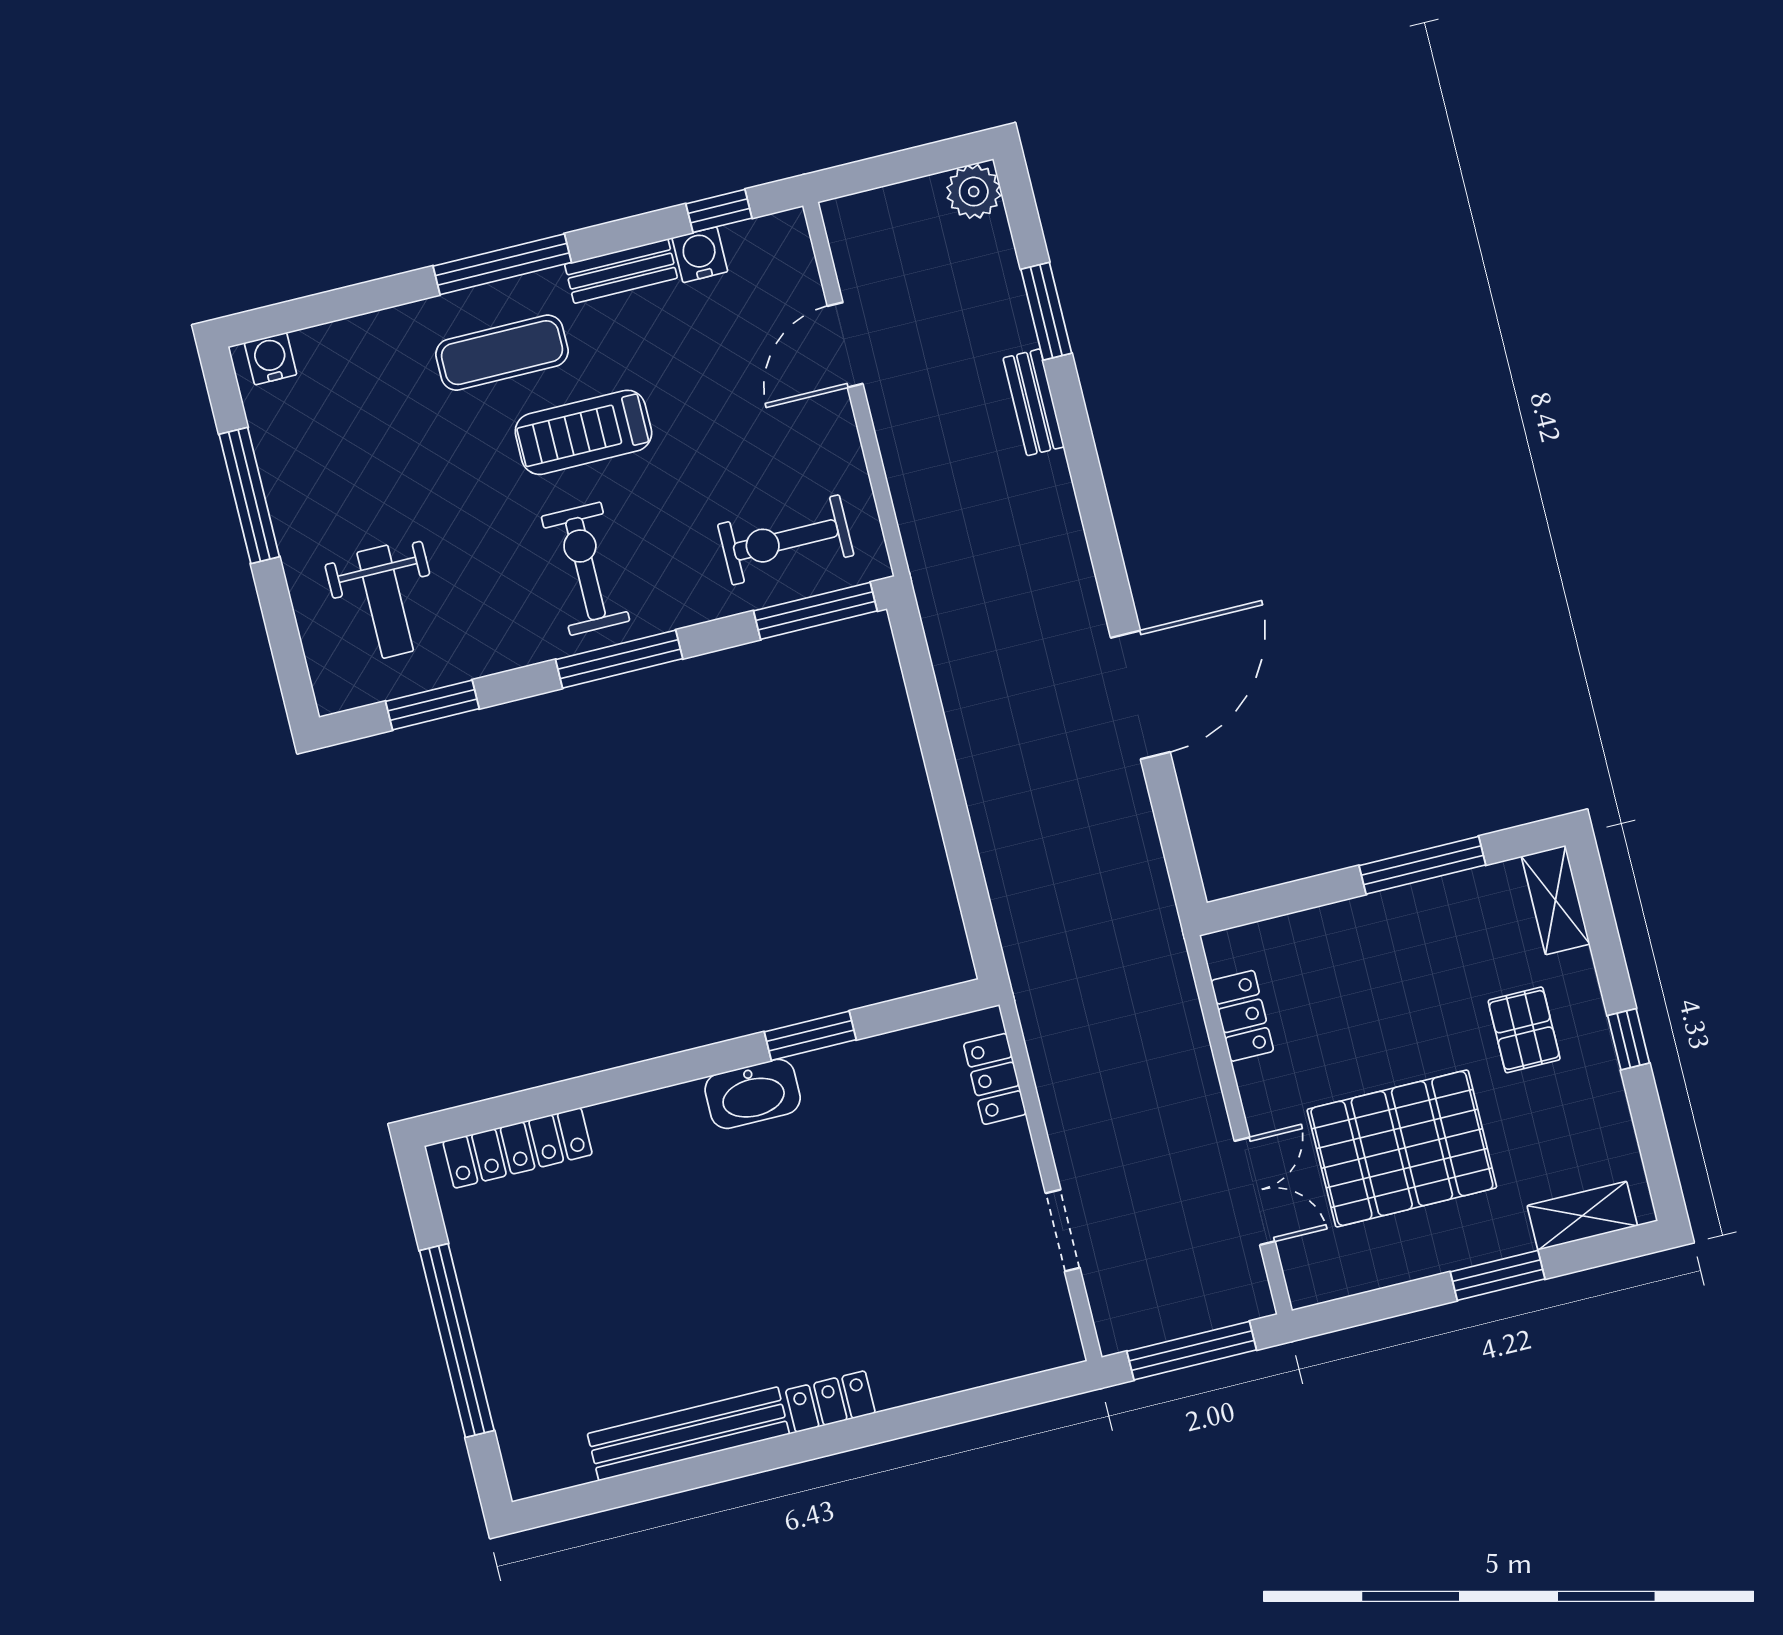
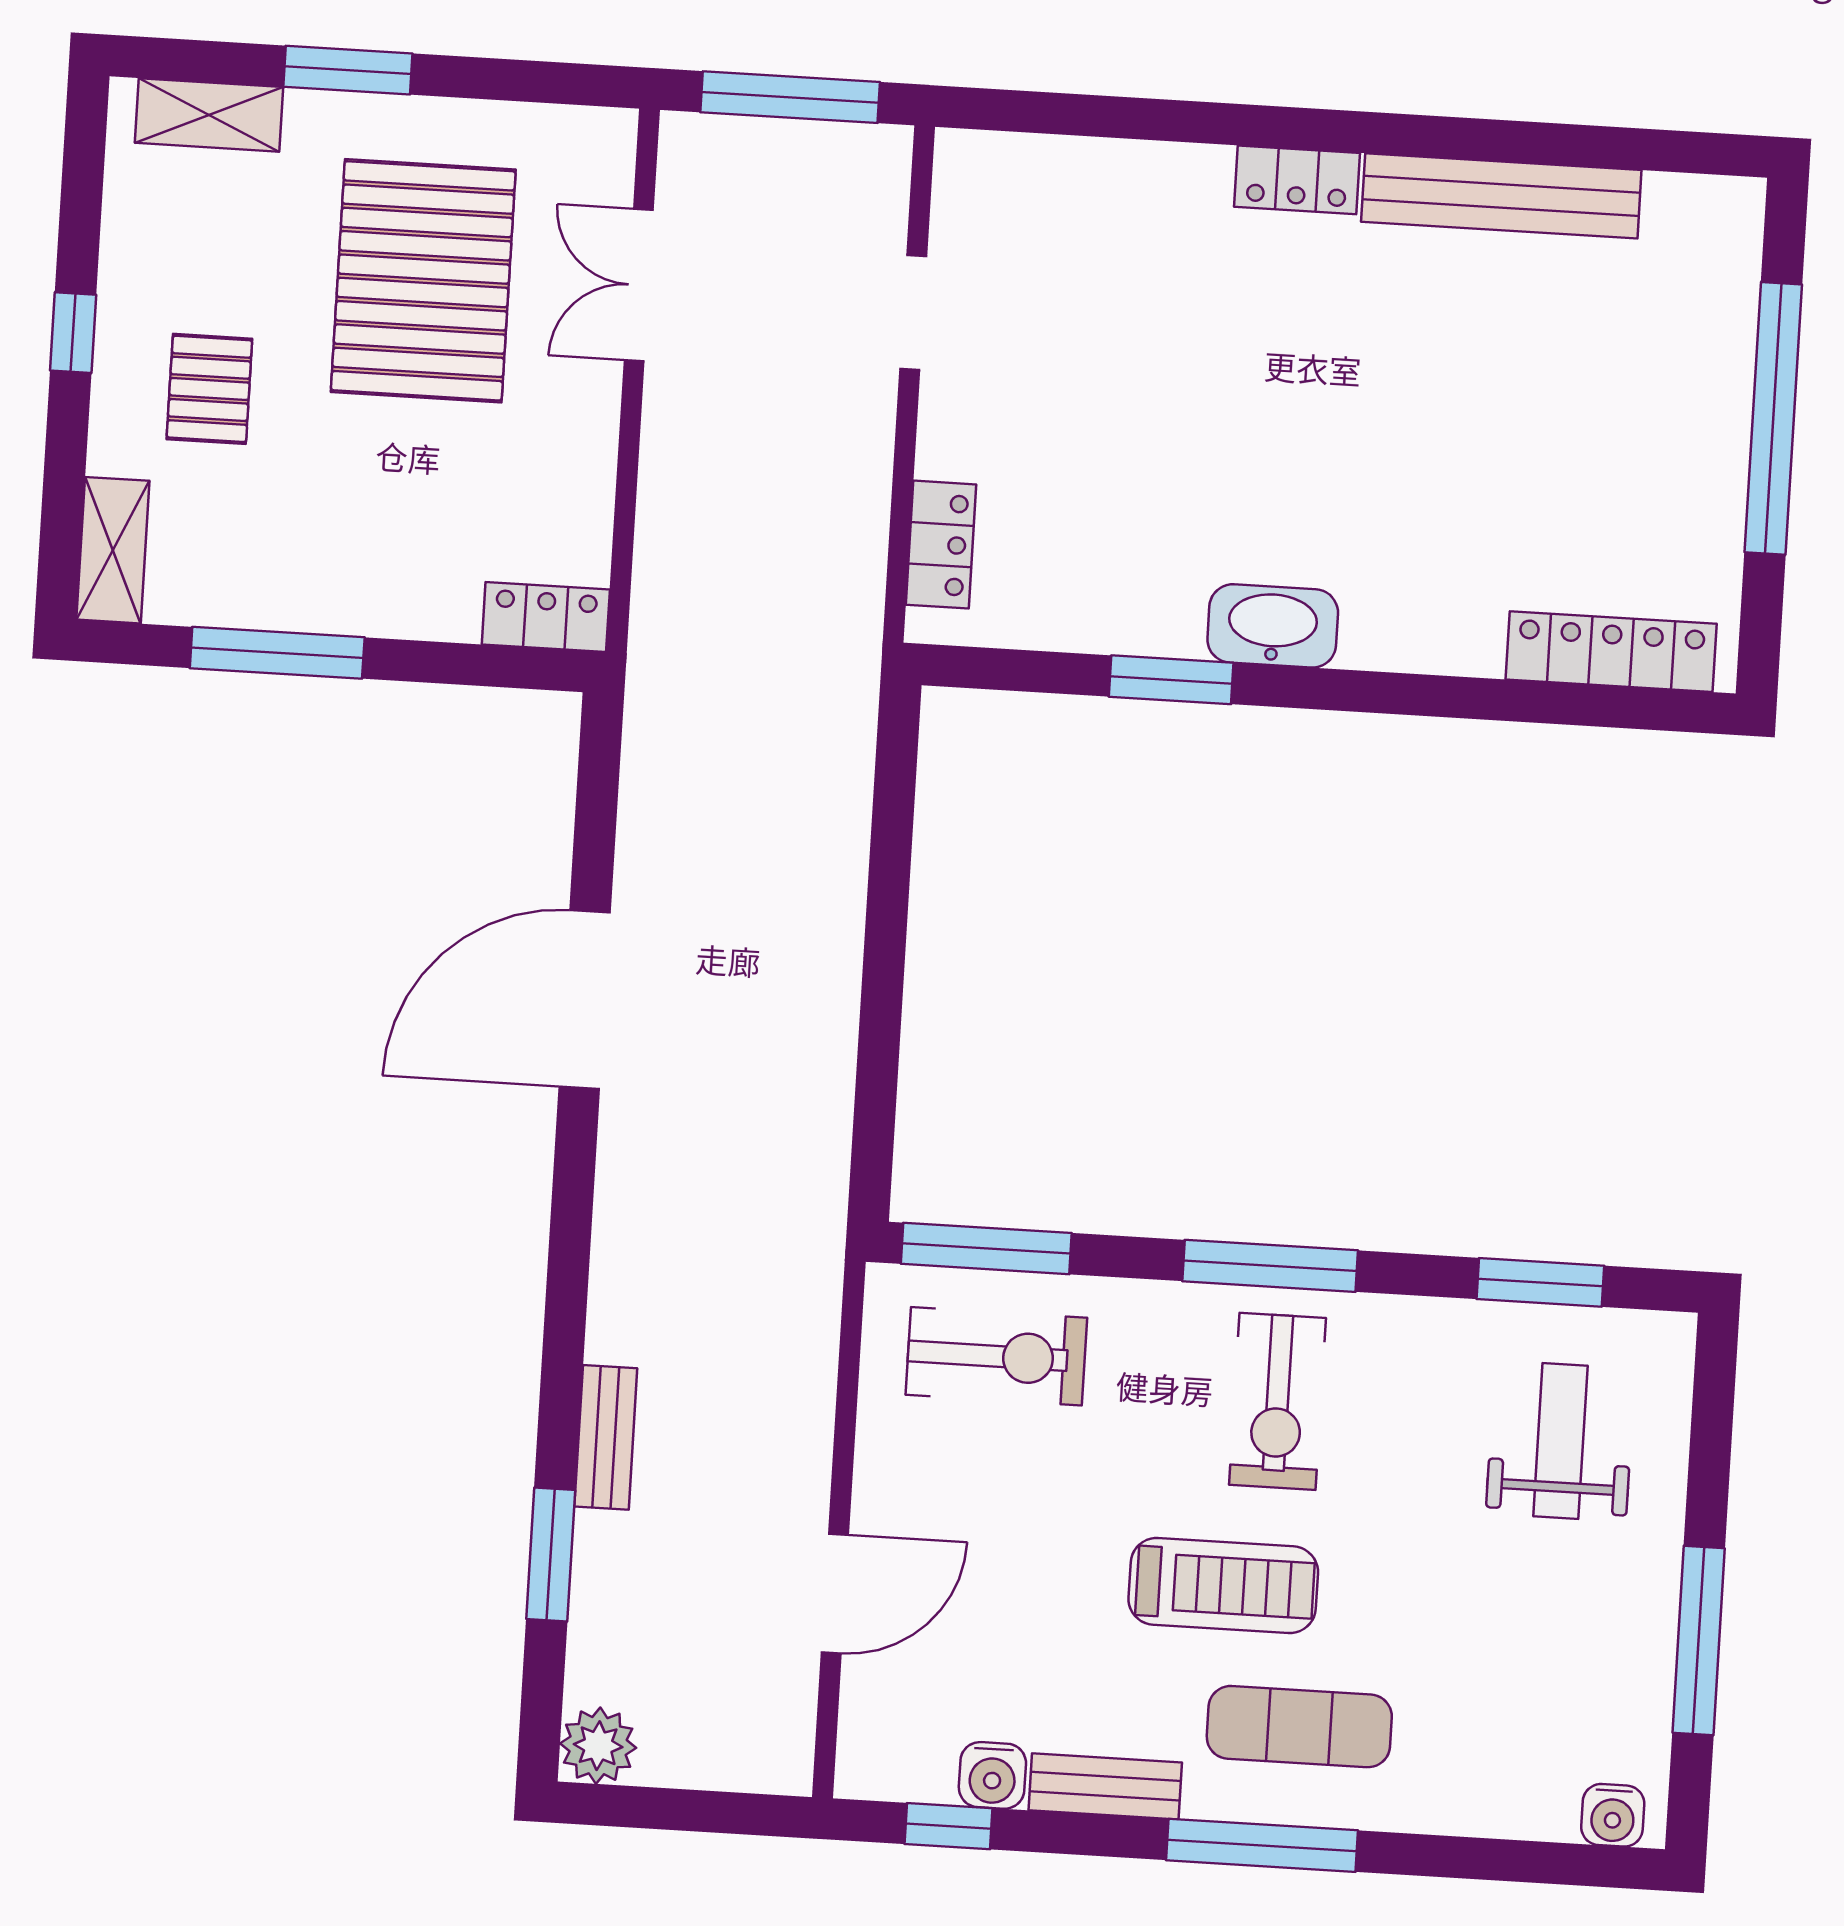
locker: (1242, 1016) -> (546, 617), moved, turned 90
pallet: (1402, 1148) -> (423, 281), turned 90

